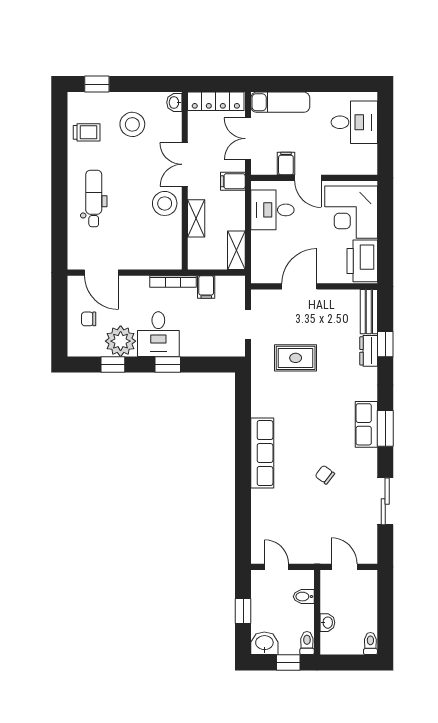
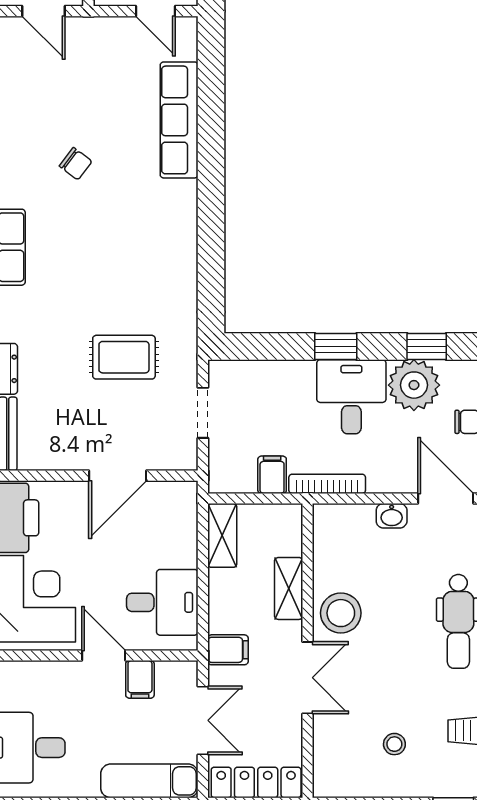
washbasin: (174, 102) -> (392, 516), moved, turned 90
stool: (132, 124) -> (394, 744), width x0.53, depth x0.53
row of seats: (262, 453) -> (179, 120), moved

